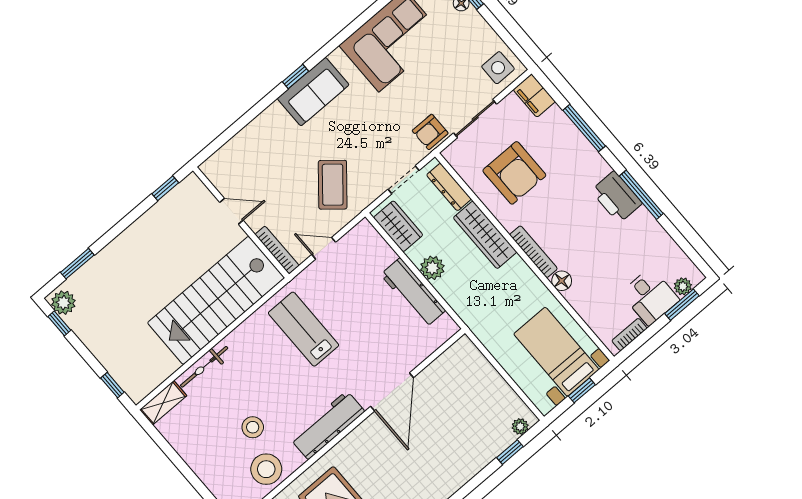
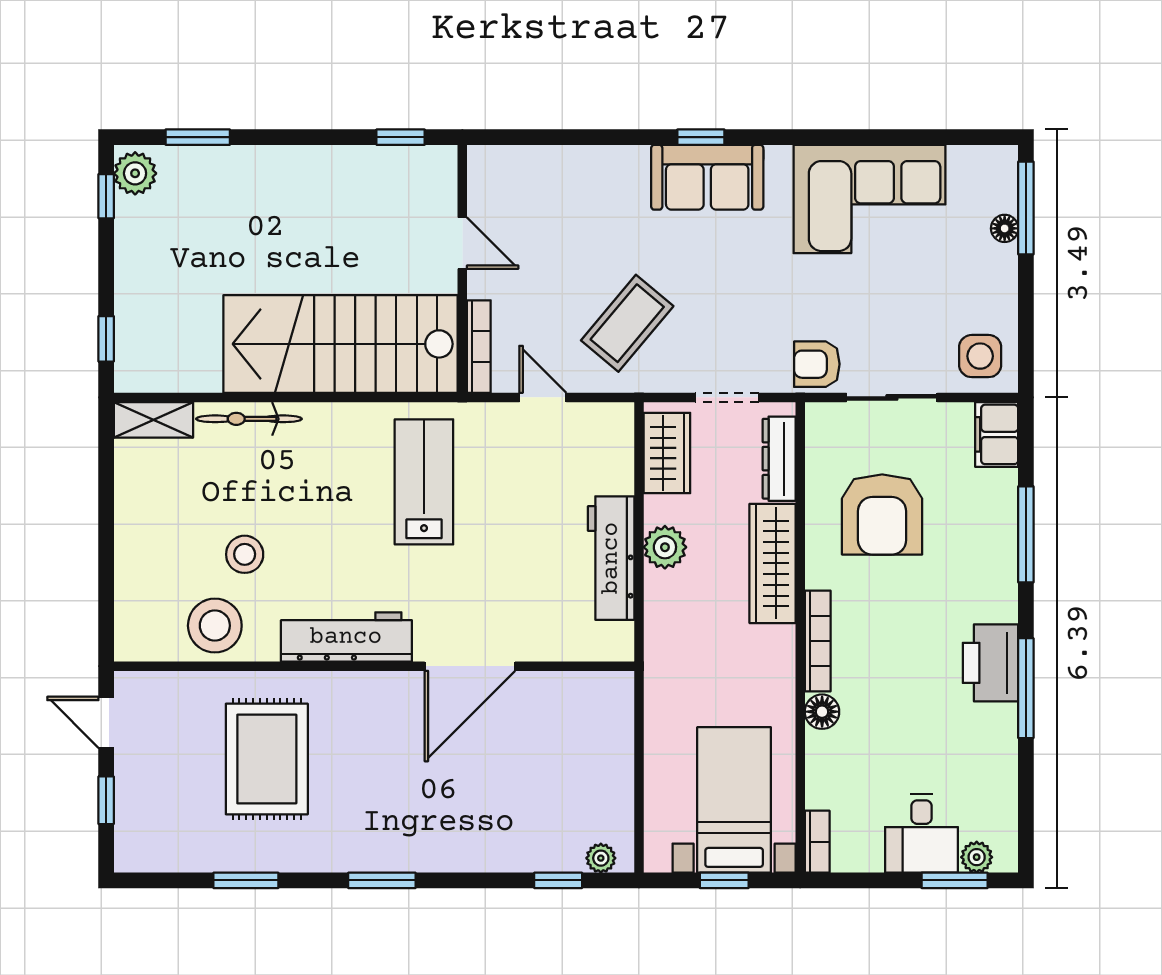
bookcase: (629, 334) -> (817, 842), moved, turned 90

